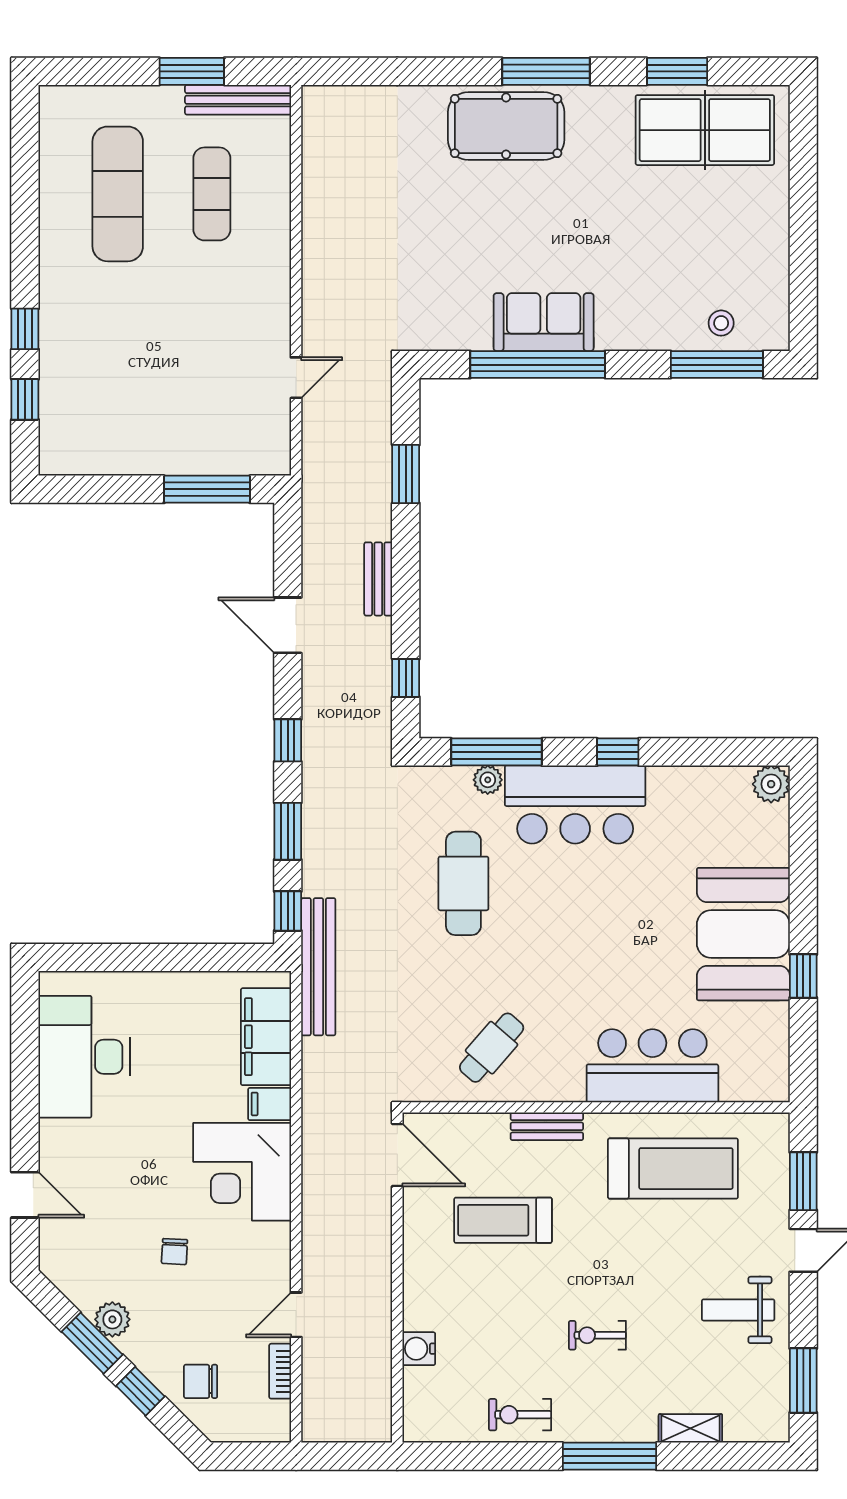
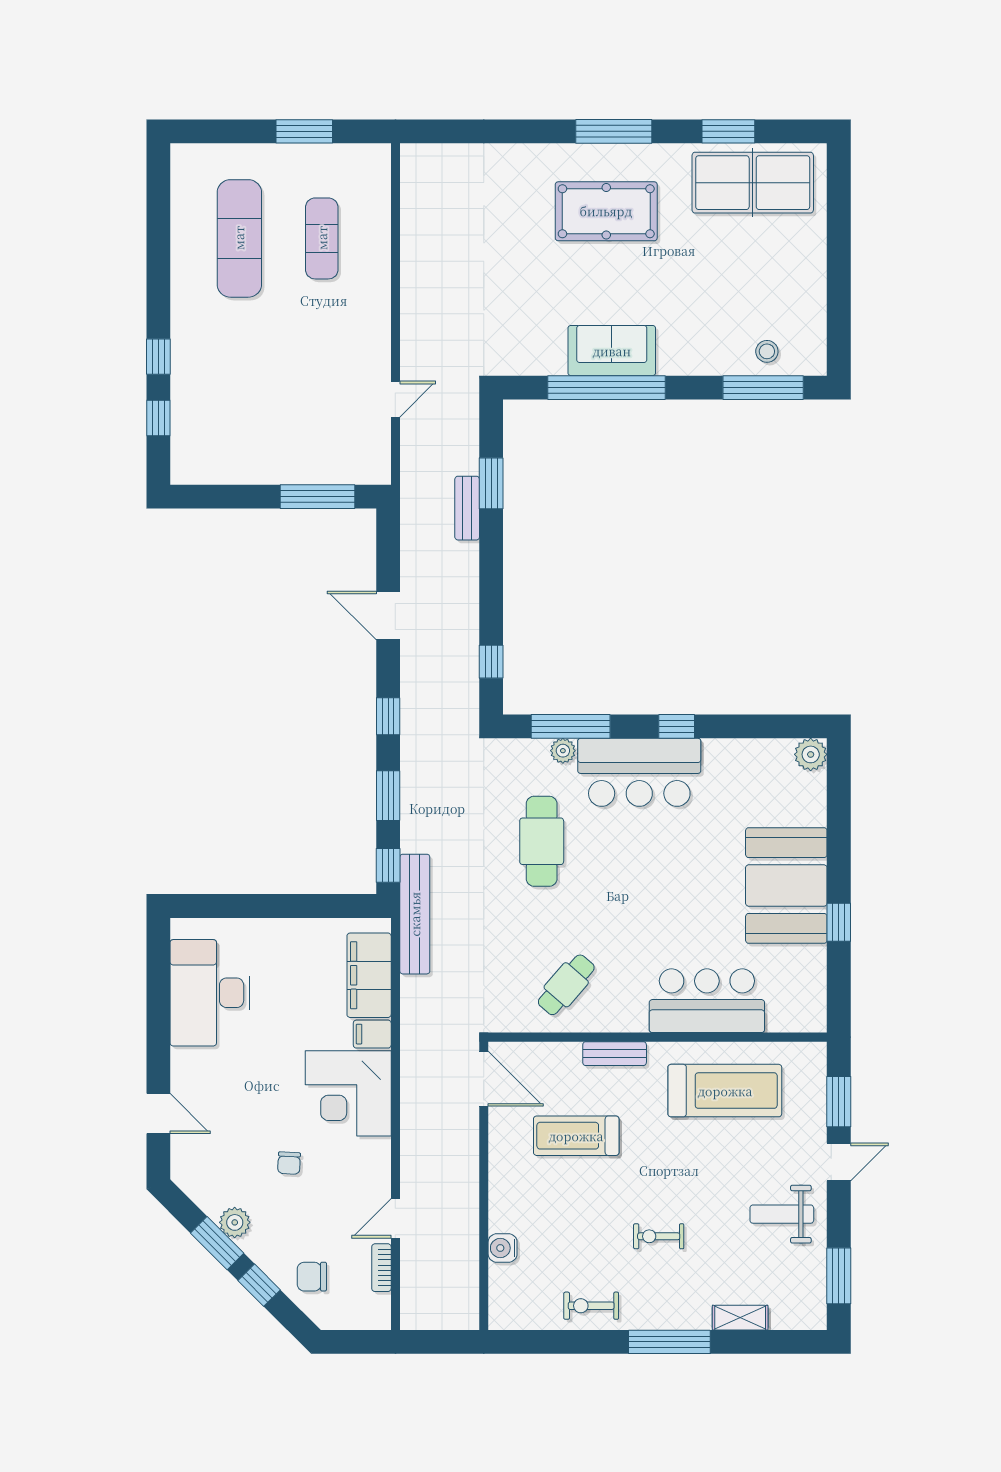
bench: (238, 100) -> (345, 156), removed
pool table: (506, 126) -> (606, 211), moved
bench: (378, 579) -> (467, 508), moved

